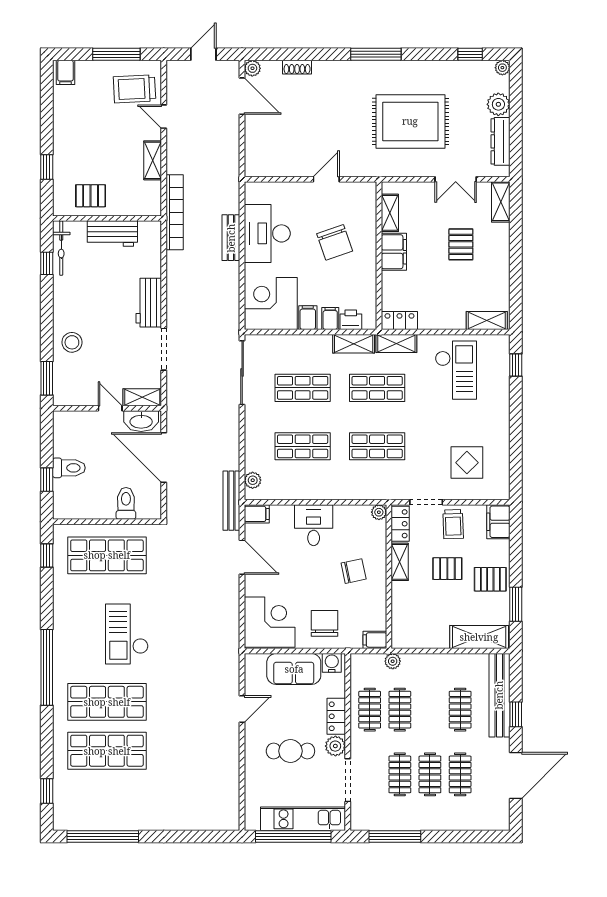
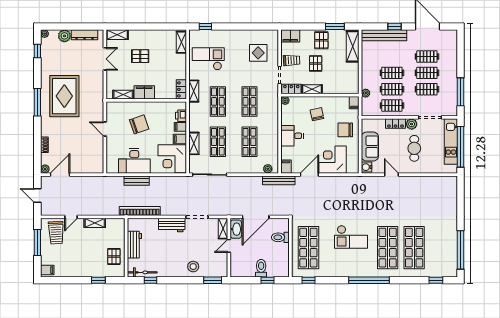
rug: (410, 121) -> (64, 96), moved
bookcase: (175, 212) -> (140, 211), moved
shelving: (354, 344) -> (194, 143), moved
corner desk: (270, 622) -> (332, 160), moved
water cooler: (332, 663) -> (367, 167), moved
clothes rail: (460, 710) -> (392, 73), moved

